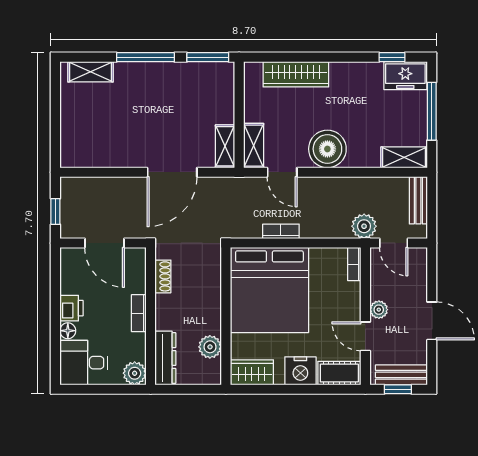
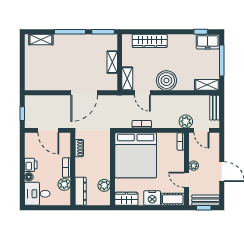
shelving: (225, 146) -> (112, 62), moved
plant: (135, 373) -> (64, 184), moved

